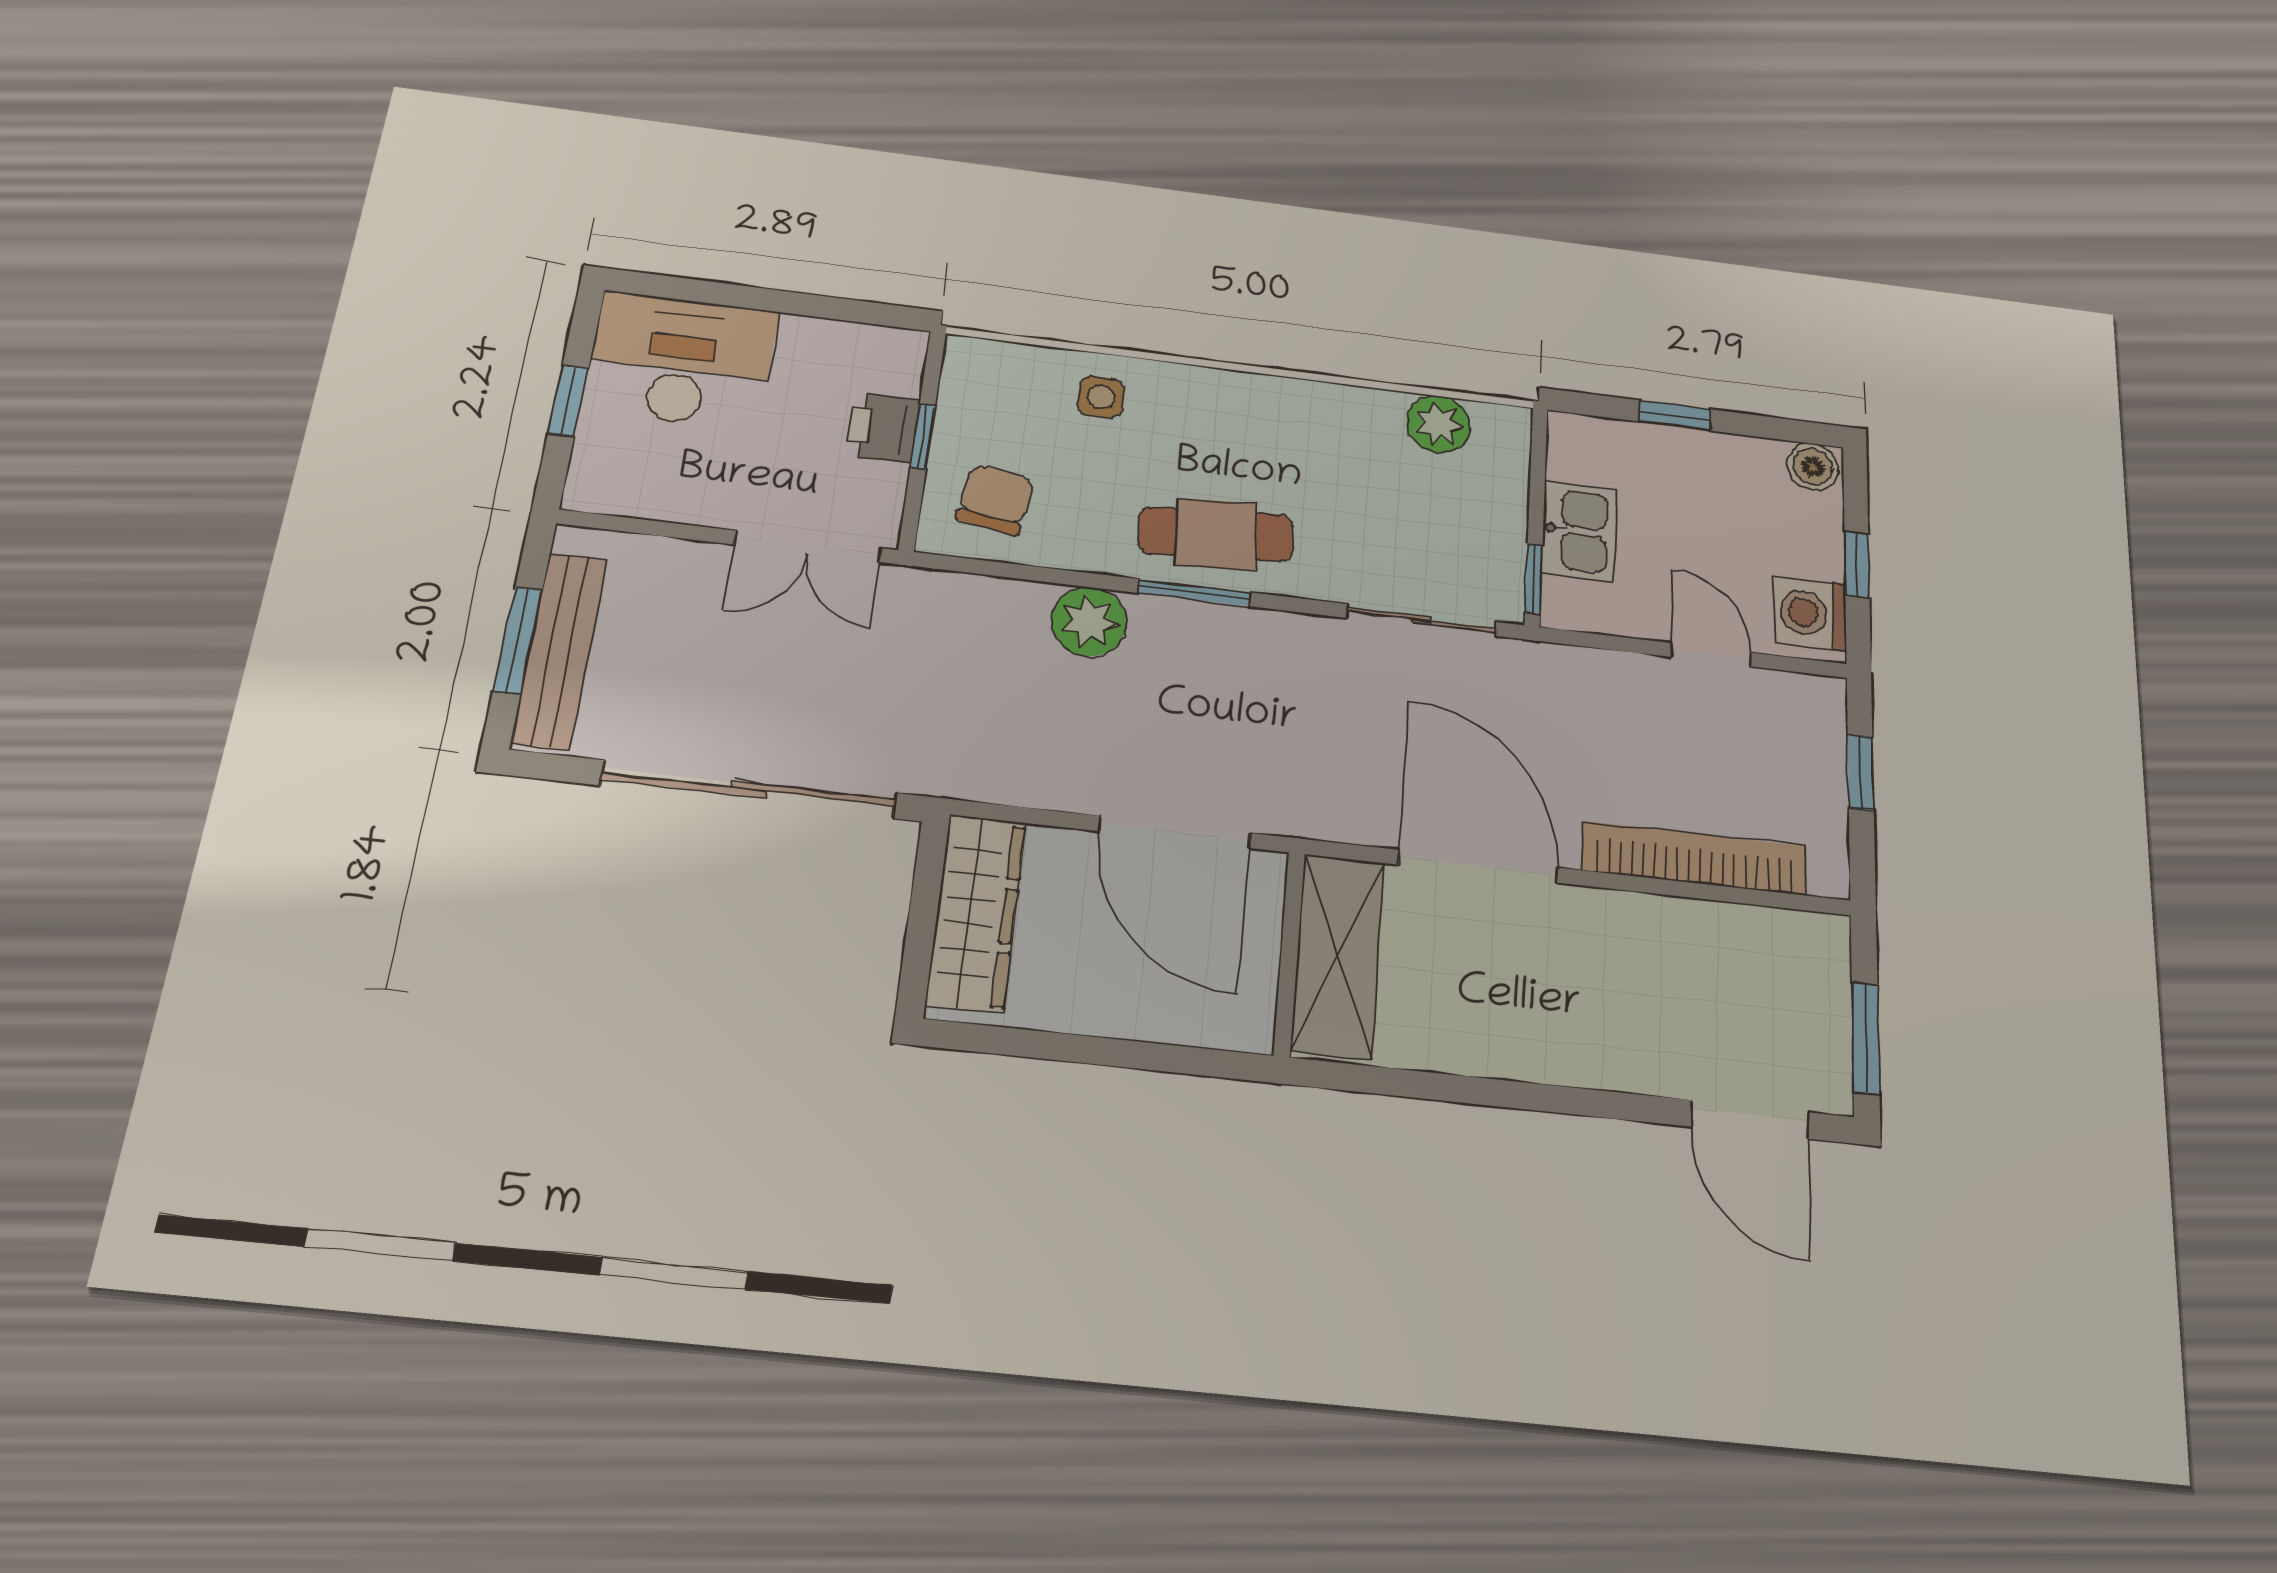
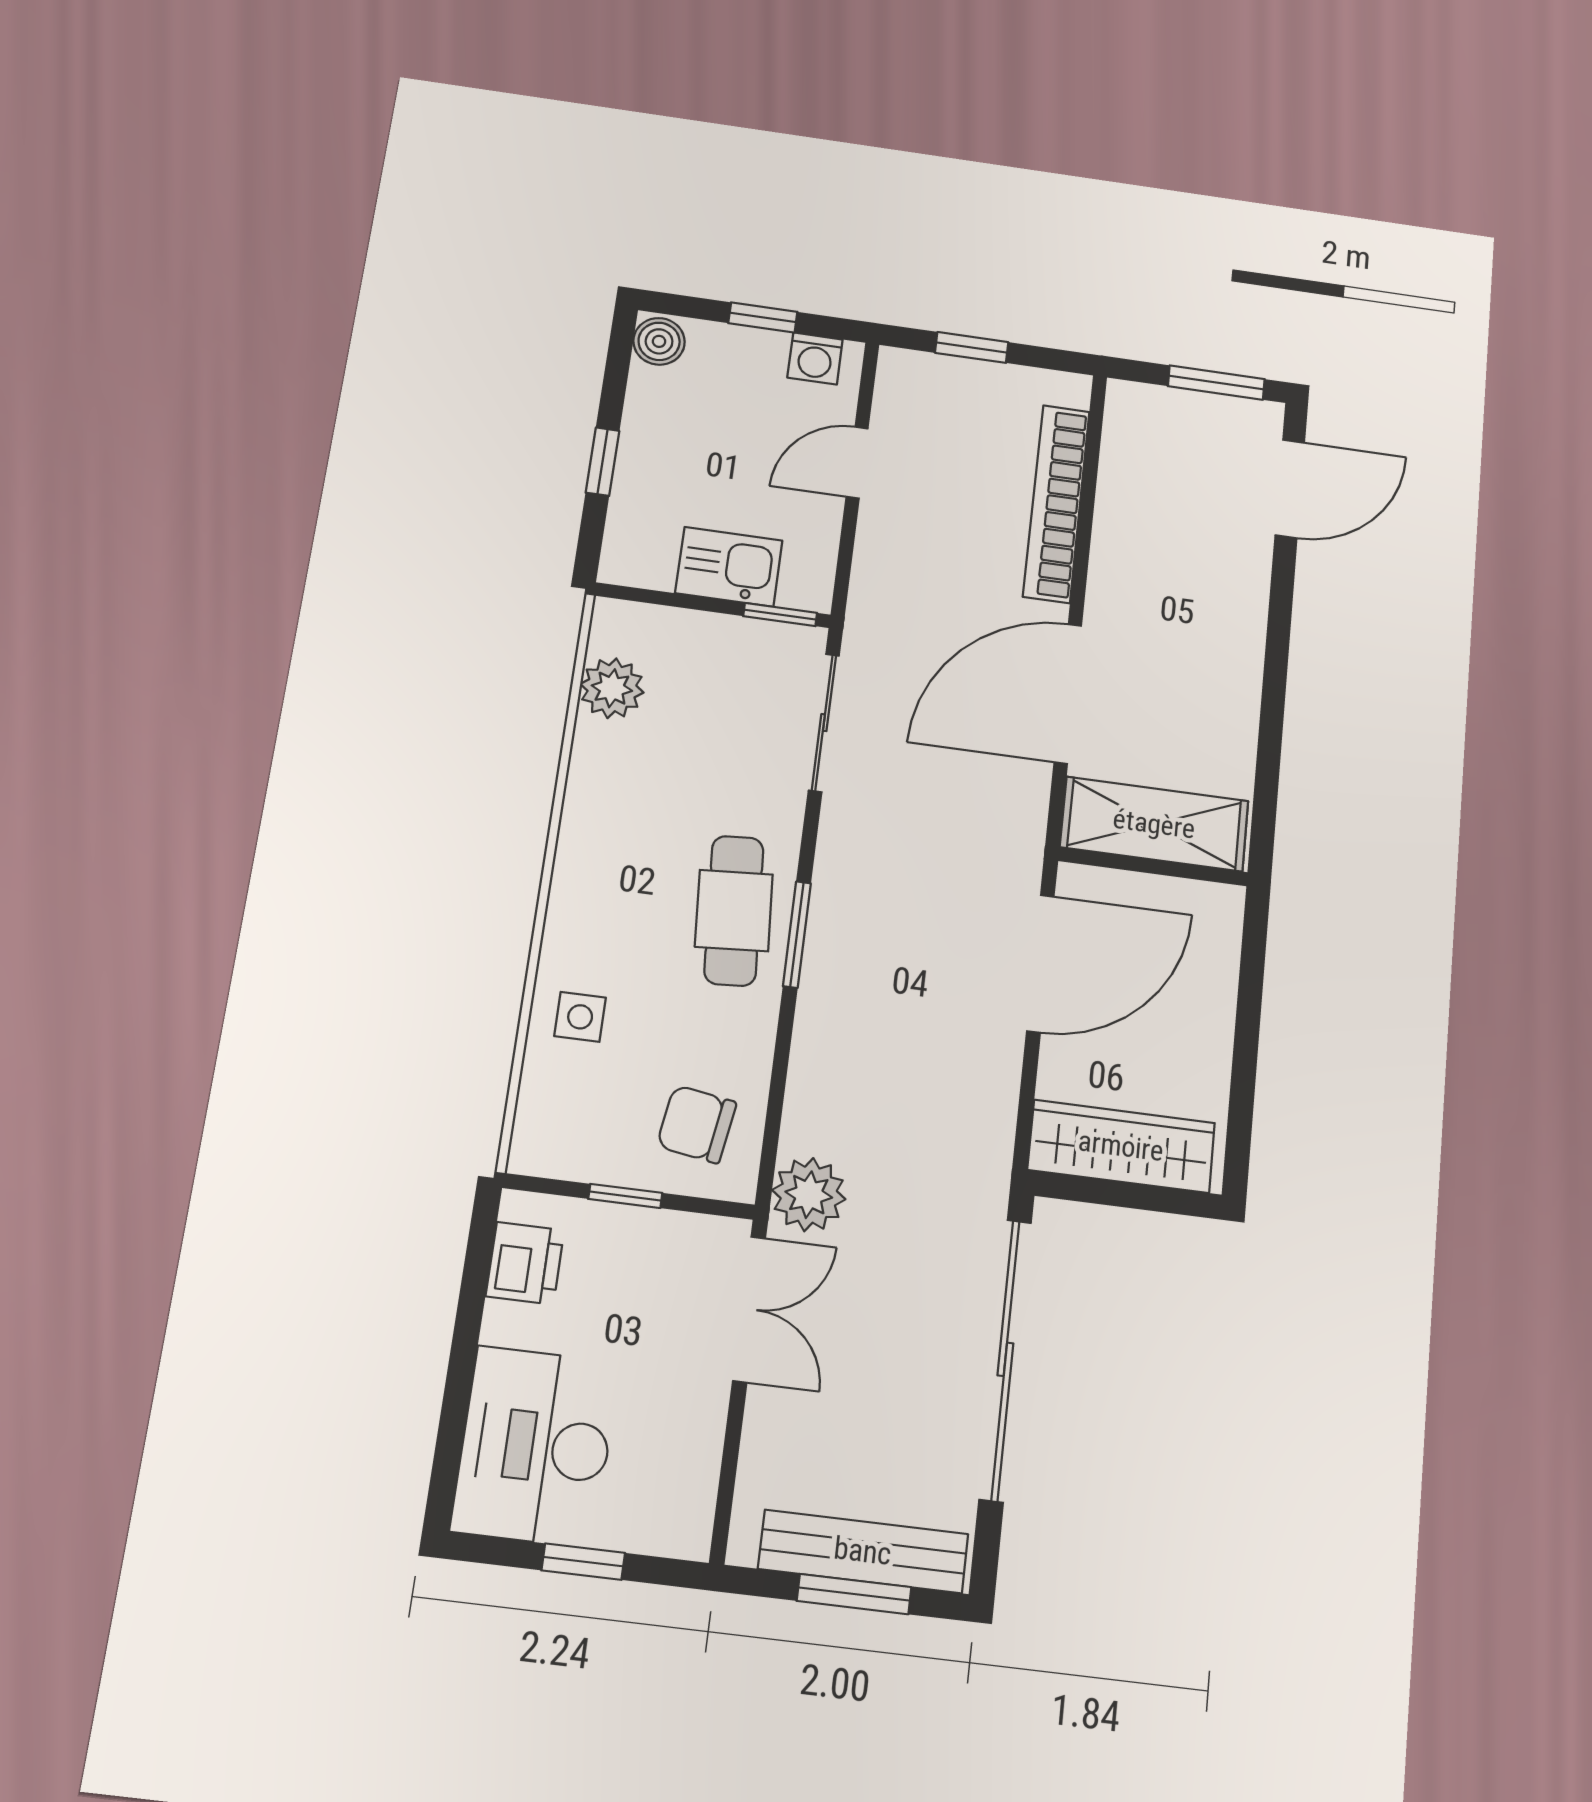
printer: (883, 427) -> (525, 1263), moved, turned -90
washing machine: (1810, 613) -> (815, 359), width x0.73, depth x0.73
plant: (1089, 622) -> (809, 1195), moved

